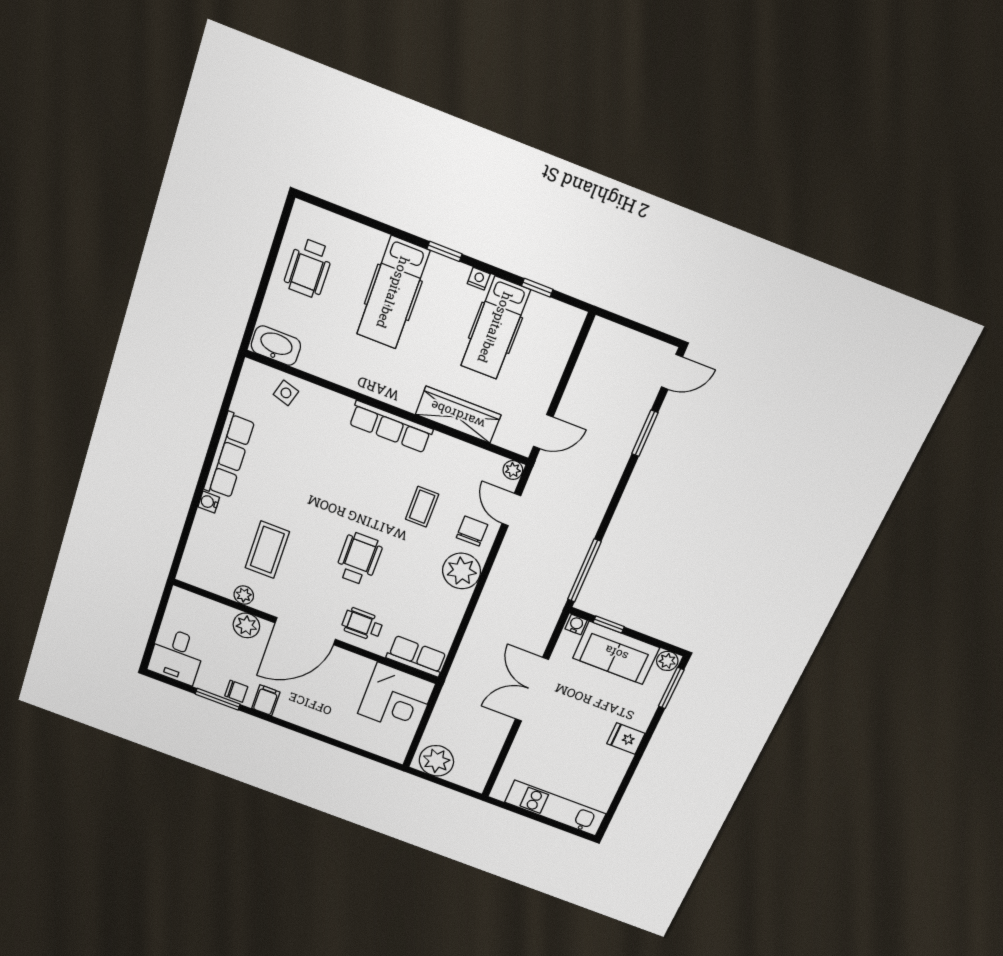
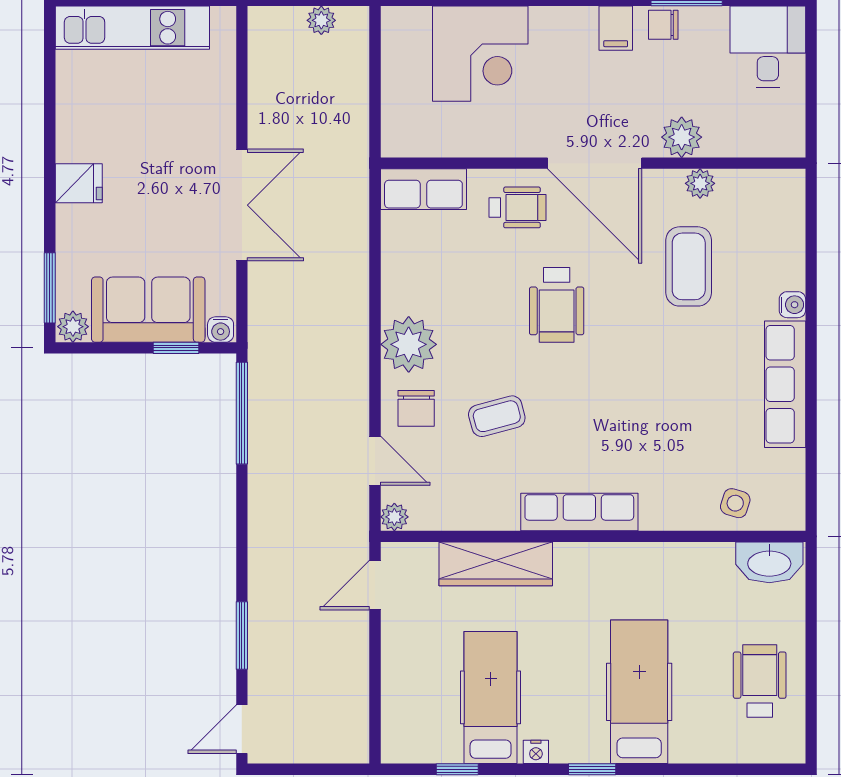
coffee table: (422, 507) -> (497, 416), turned 75
door: (305, 631) -> (595, 163), swing flipped
corner desk: (396, 699) -> (480, 54), moved, turned 180
plant: (436, 761) -> (321, 20), width x0.53, depth x0.53

